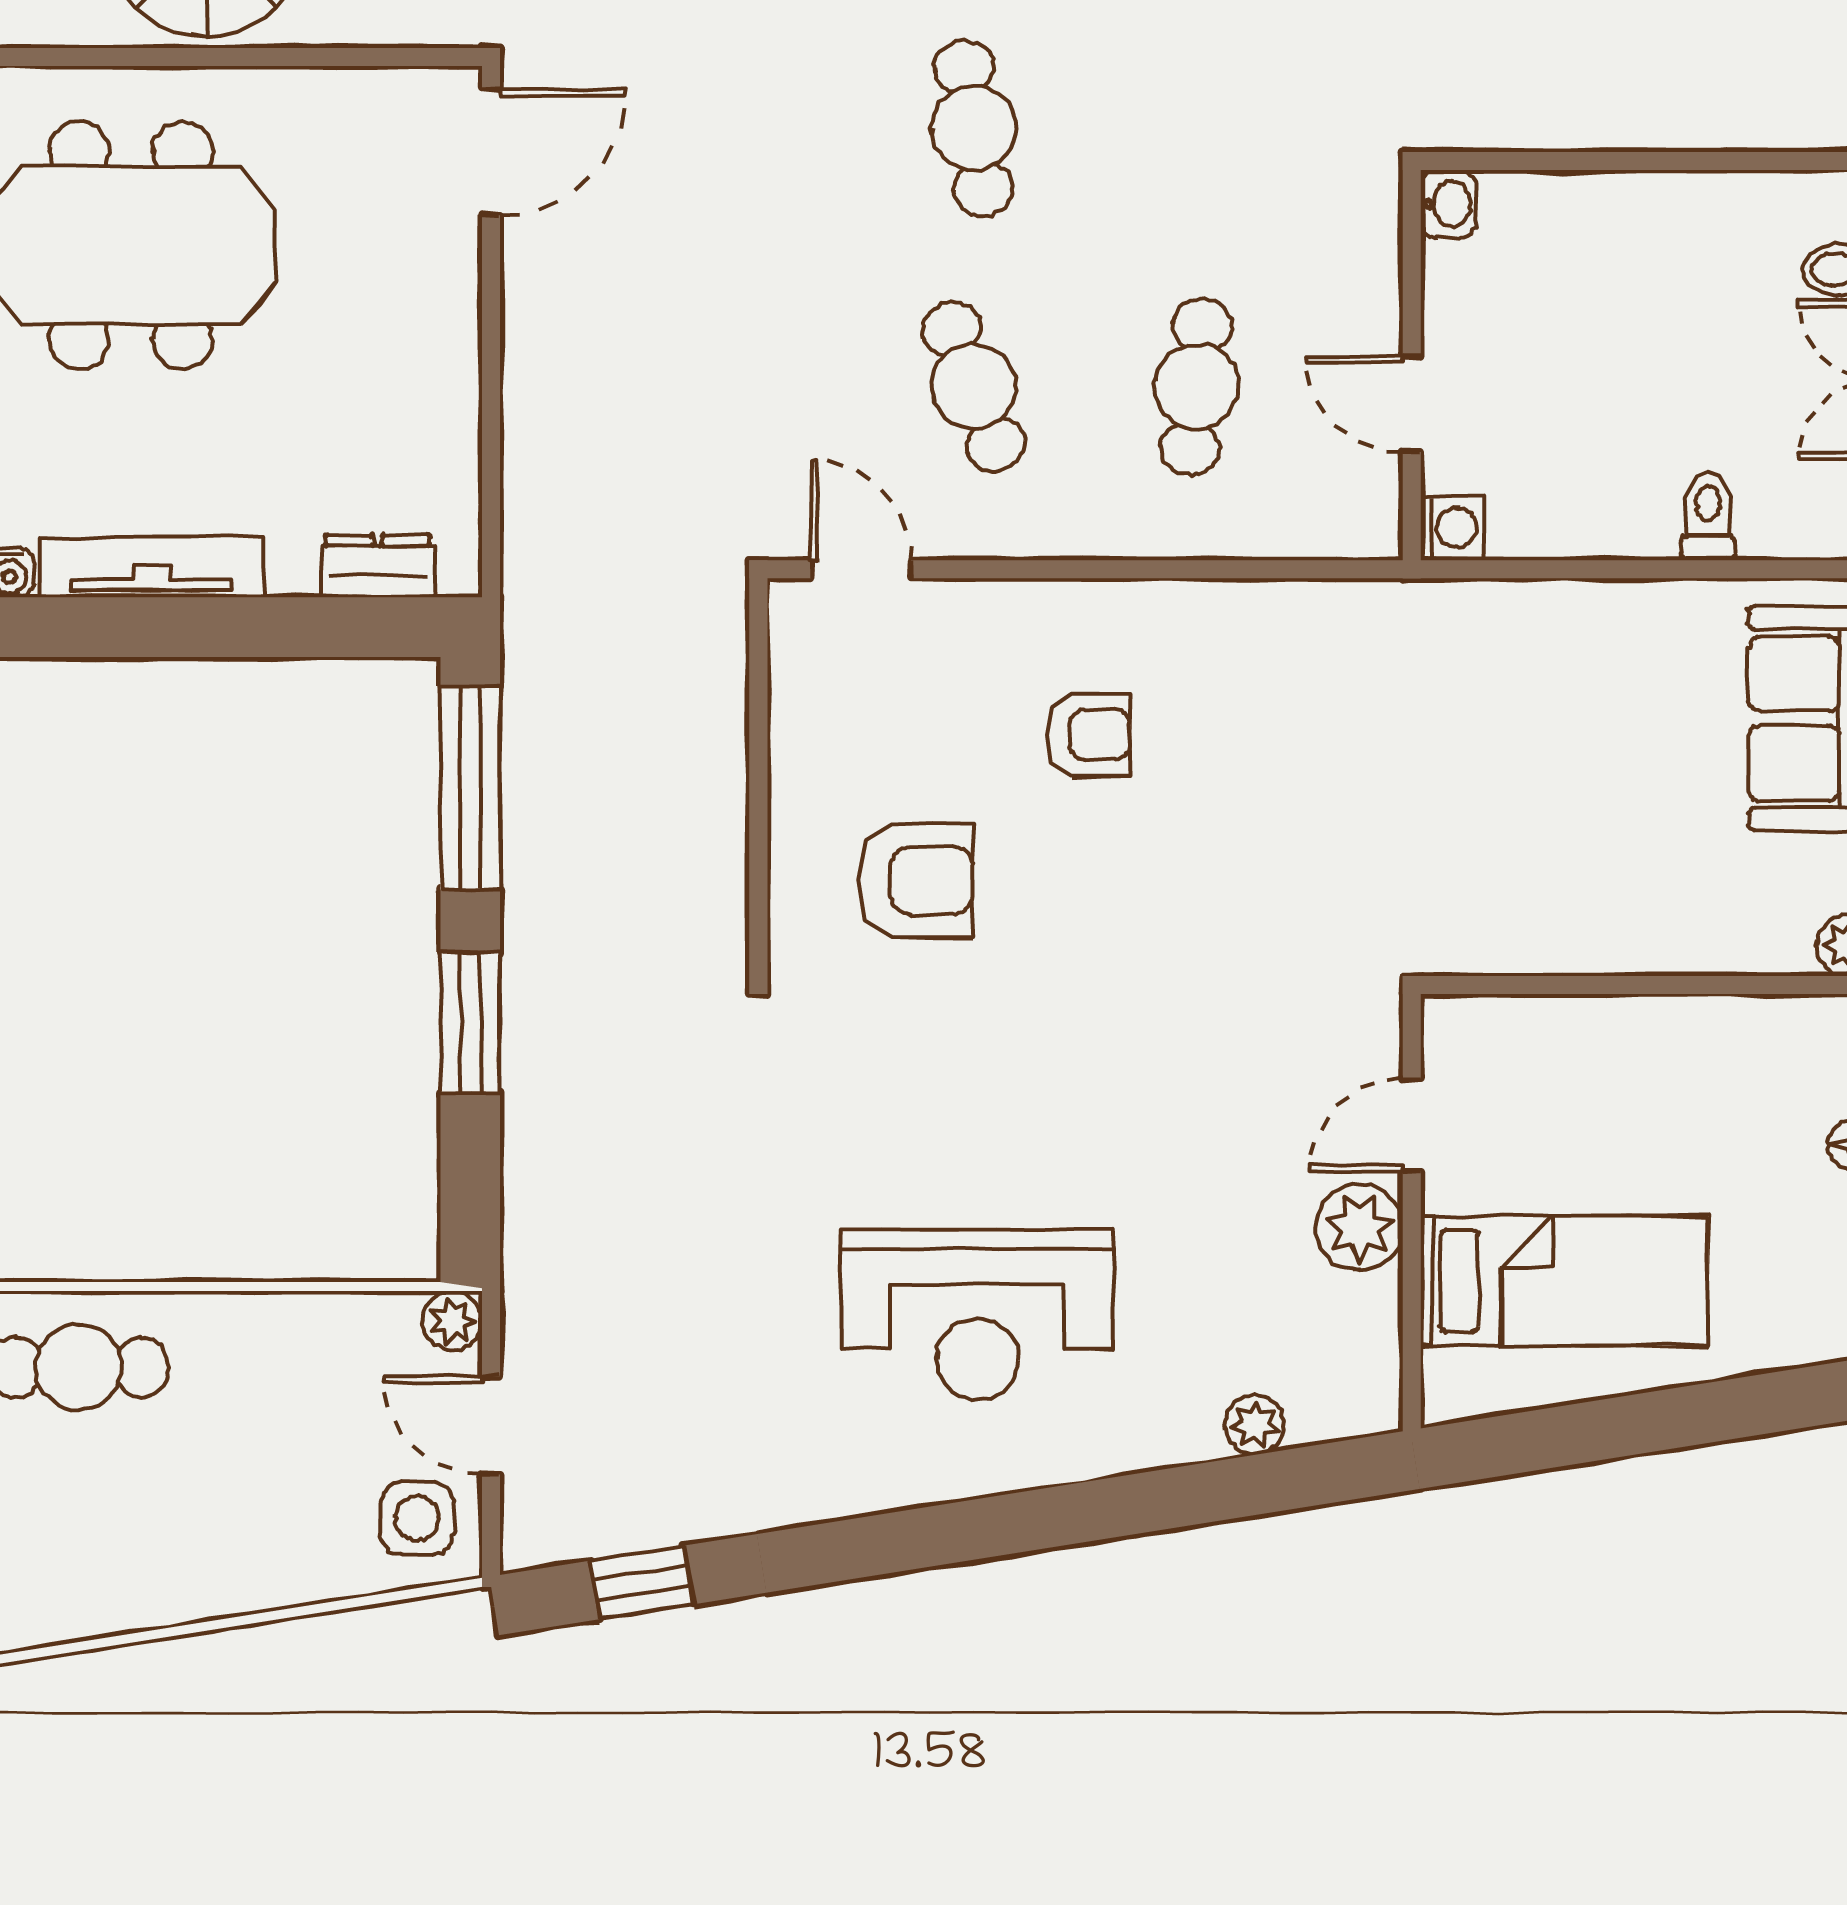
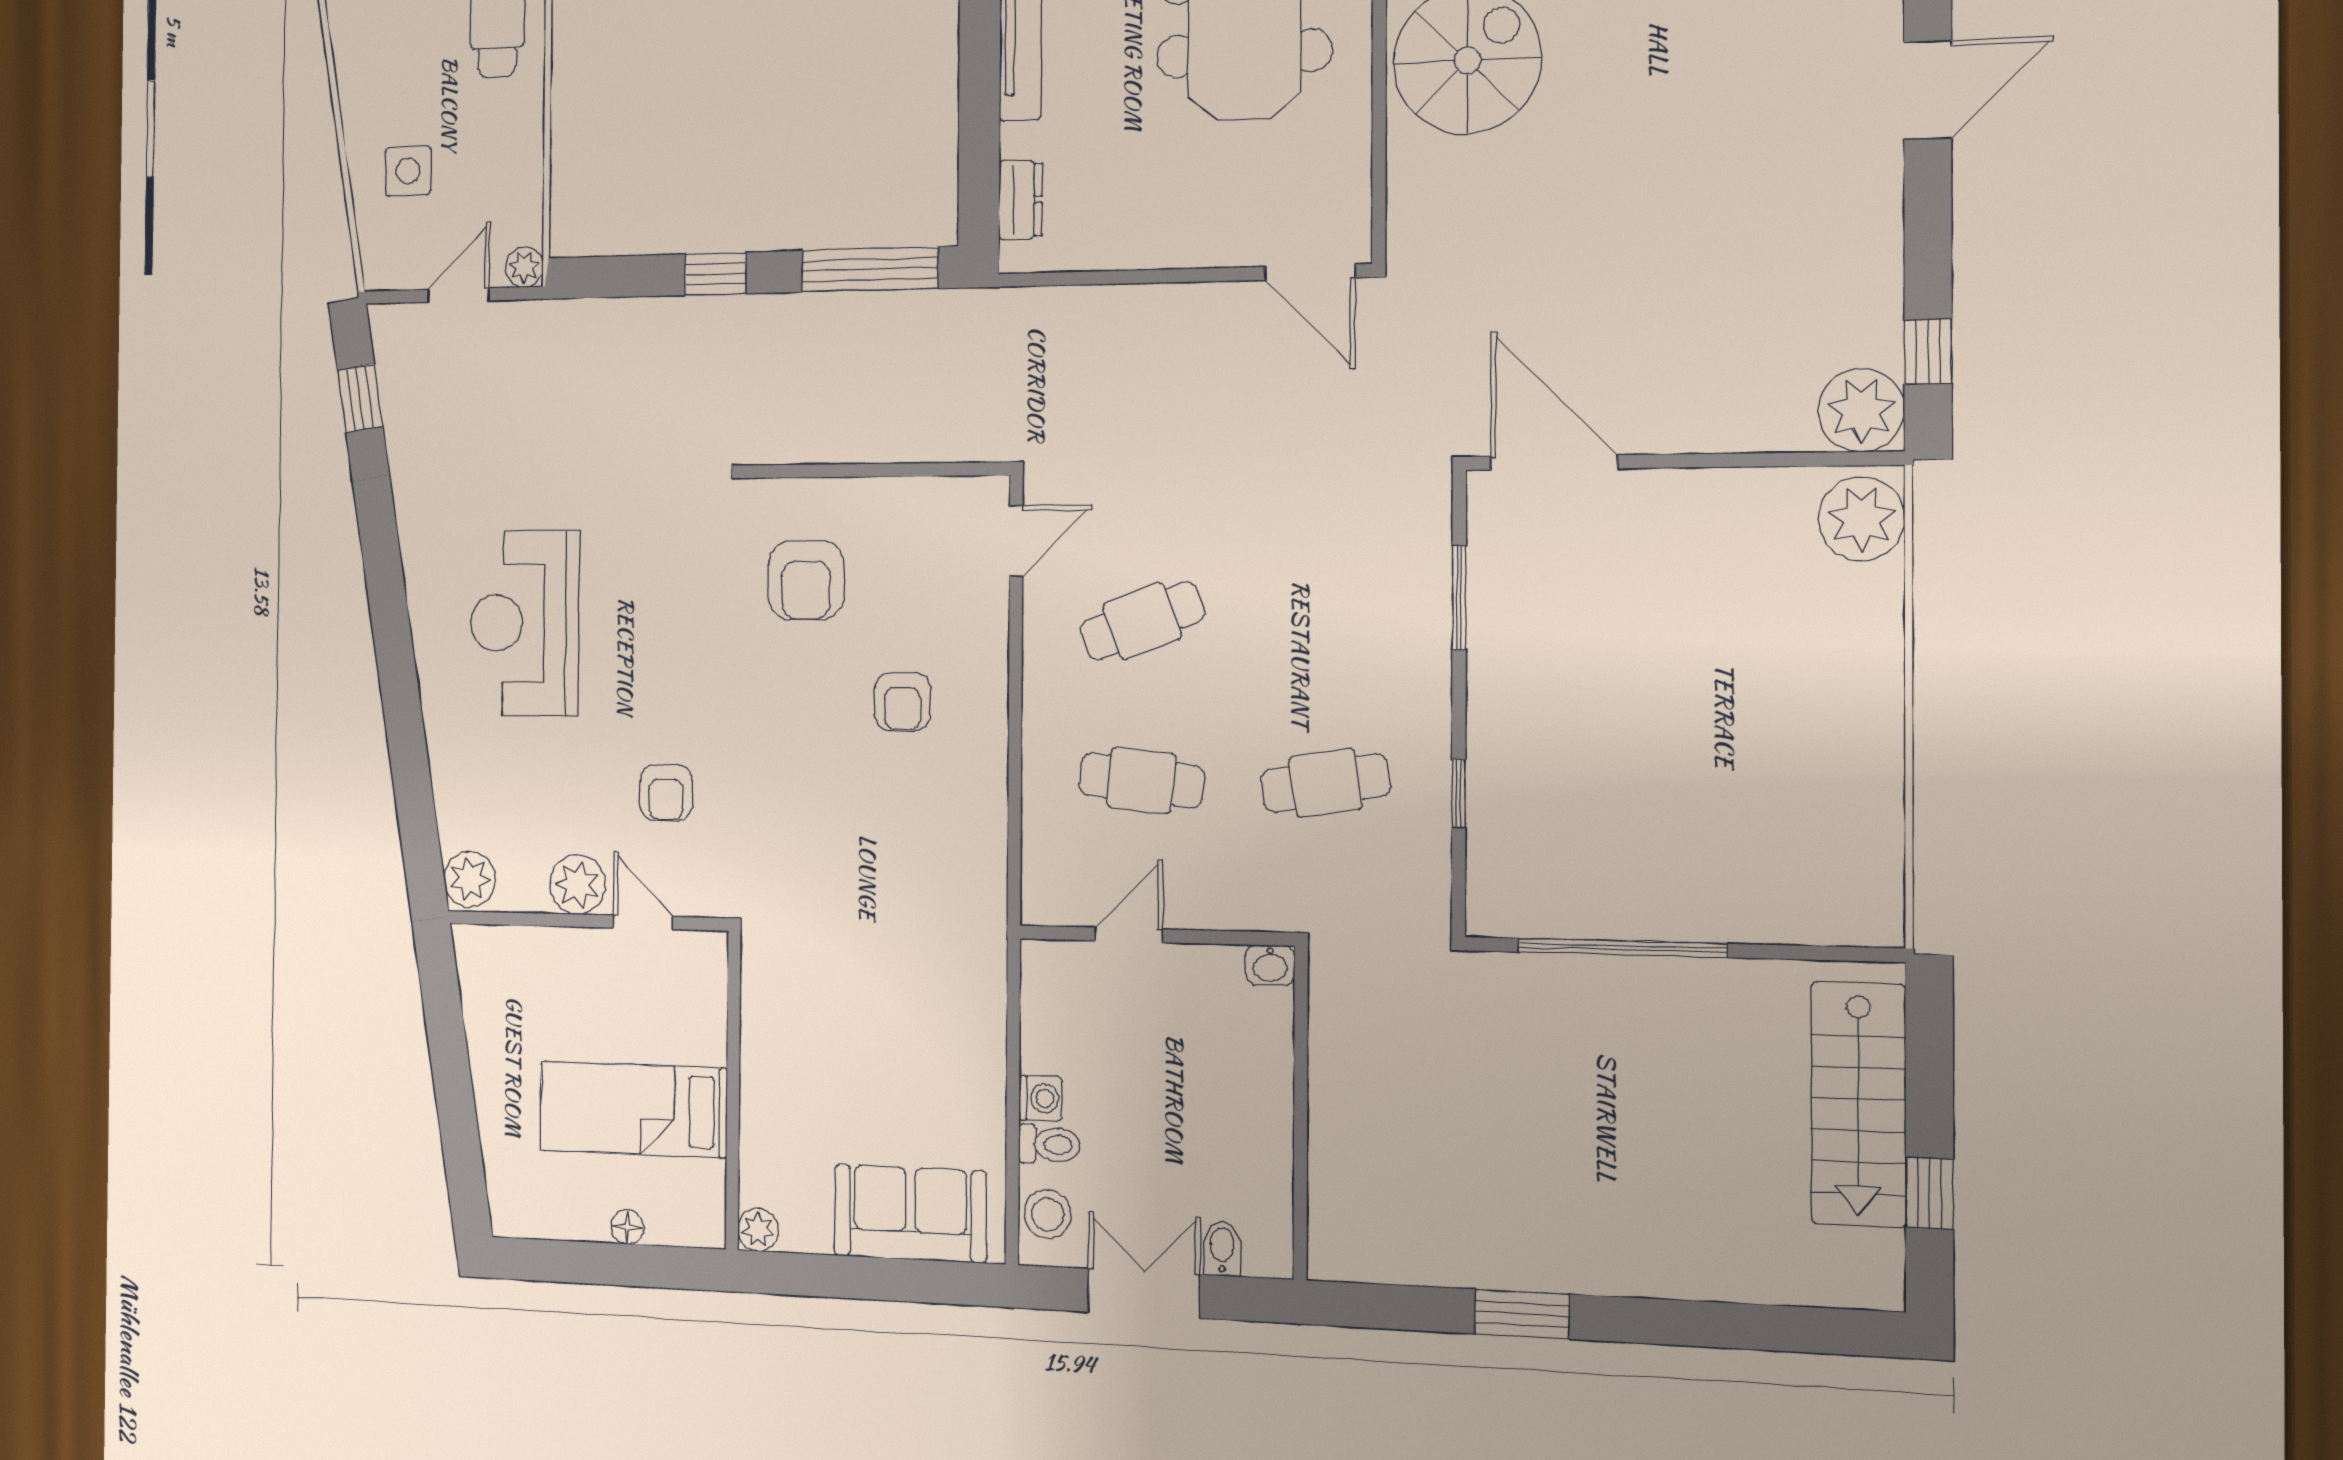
cafe table: (974, 128) -> (1326, 783), moved
stool: (1805, 518) -> (1048, 1214), added
washing machine: (1452, 527) -> (1041, 1098), moved, turned -90
window: (470, 1022) -> (715, 274), width x0.67
armchair: (1223, 1091) -> (666, 793), added
bed: (1564, 1281) -> (633, 1109), moved, turned 90
plant: (1255, 1425) -> (470, 879), moved, width x1.38, depth x1.38
side table: (417, 1518) -> (408, 171), moved

